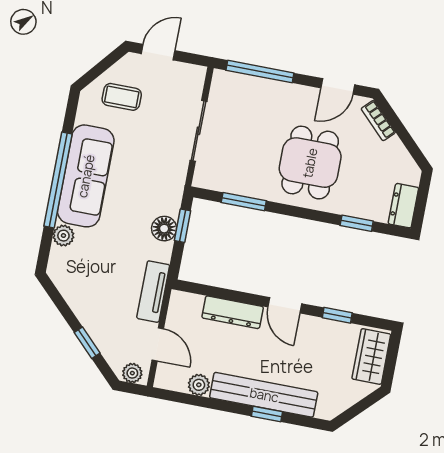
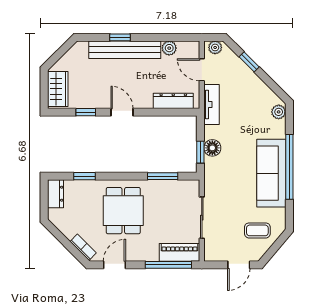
piano: (240, 87) -> (180, 252), added
plant: (63, 236) -> (279, 112), moved
dresser: (233, 312) -> (173, 101), moved

